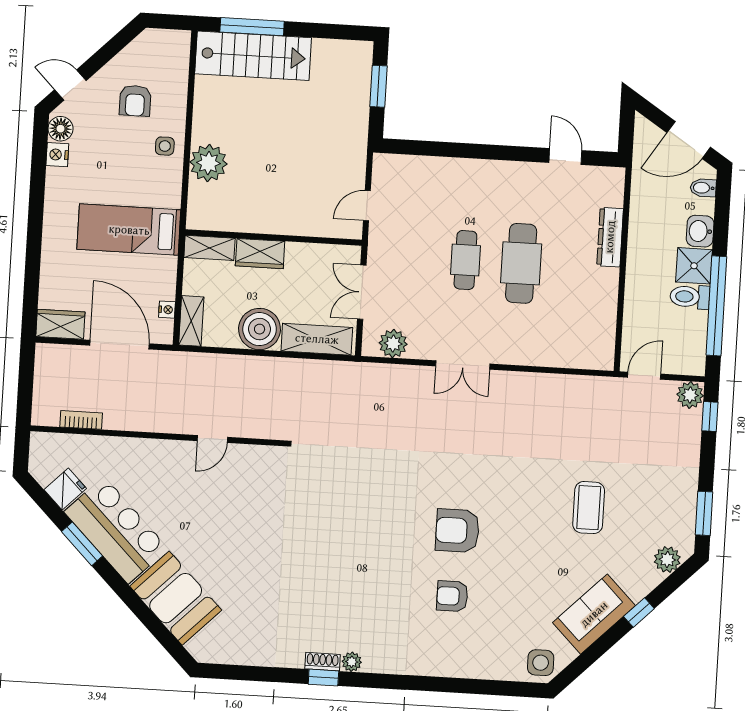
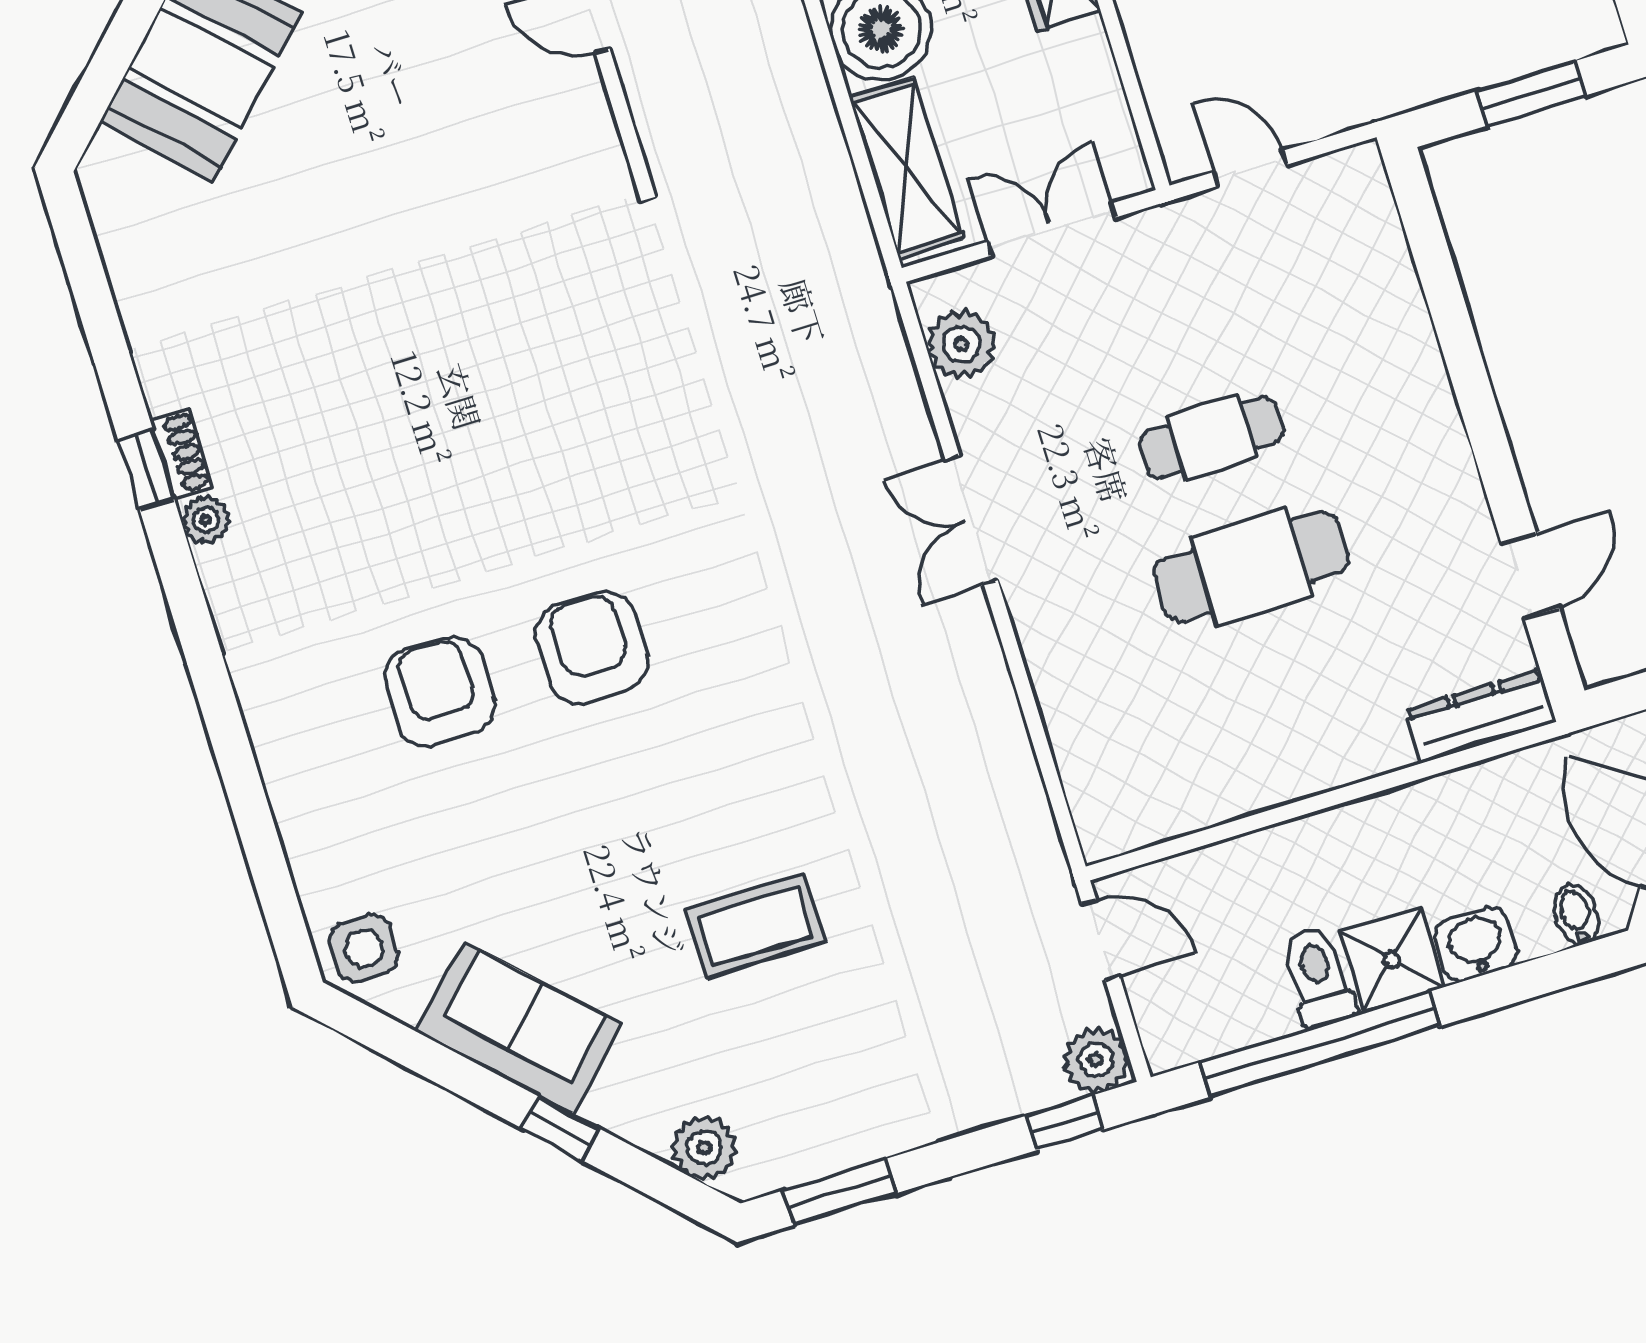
dresser: (610, 237) -> (1481, 716), moved
armchair: (452, 596) -> (439, 692), width x1.38, depth x1.38

